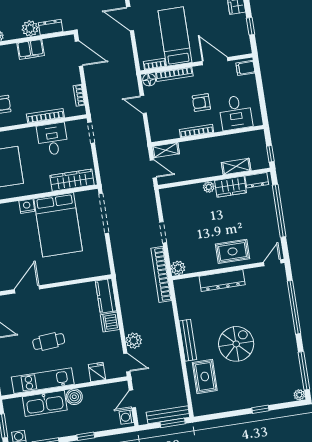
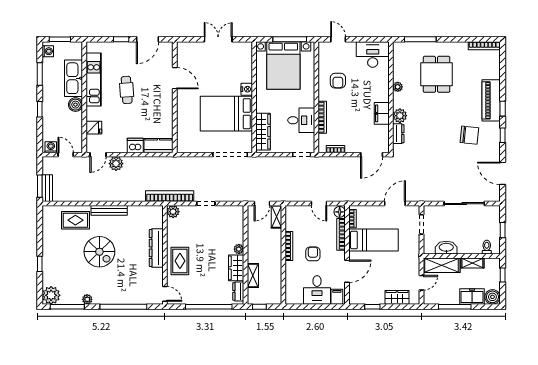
door: (143, 104) -> (319, 204), swing flipped
desk: (236, 113) -> (317, 290), moved, turned -90
plant: (292, 349) -> (87, 299), added
plant: (299, 395) -> (51, 295), width x1.88, depth x1.88
bench: (168, 415) -> (47, 188), width x0.73

